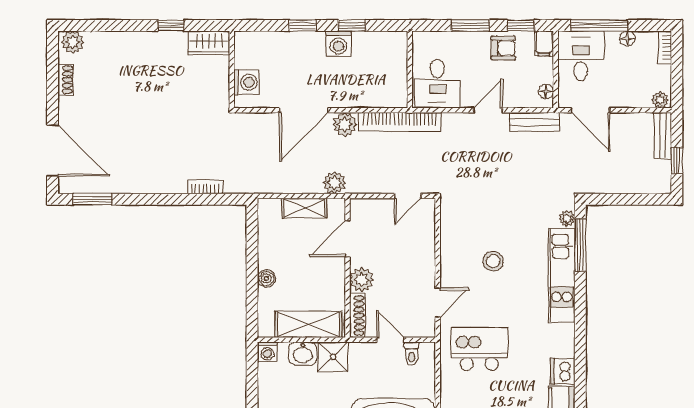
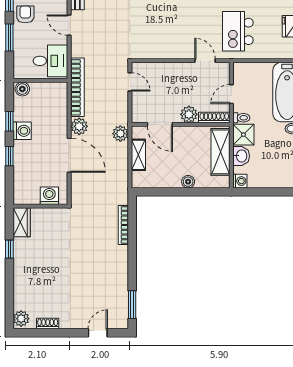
boiler: (398, 44) -> (22, 89), added
door: (53, 151) -> (98, 333), width x0.53
bookcase: (205, 187) -> (123, 225), width x1.56
stool: (493, 261) -> (176, 21), removed
toilet: (412, 354) -> (241, 118), moved

